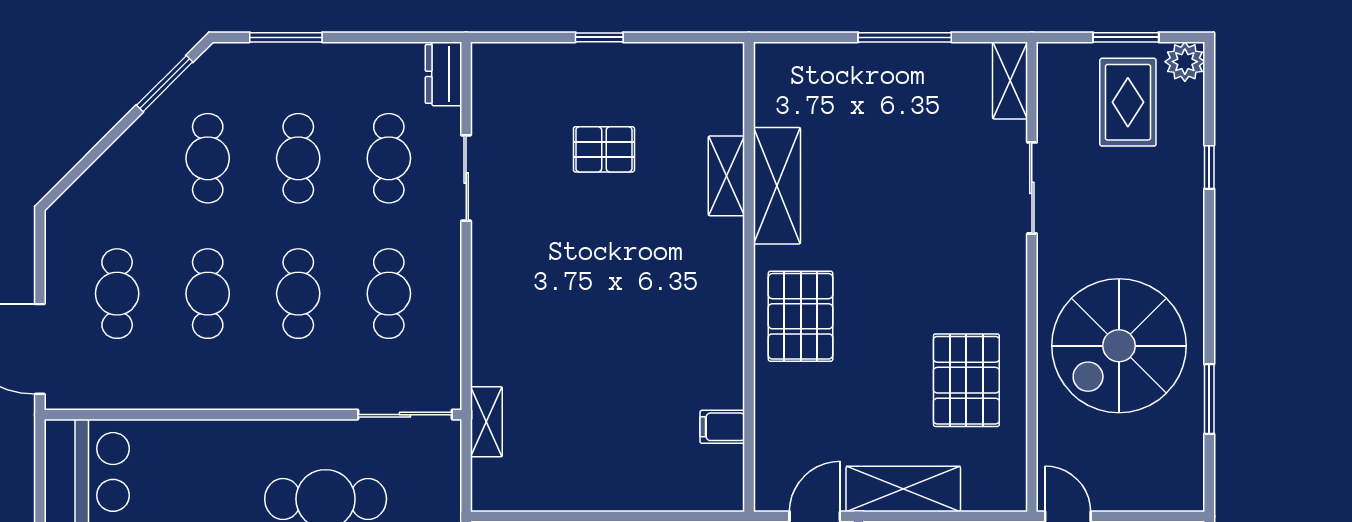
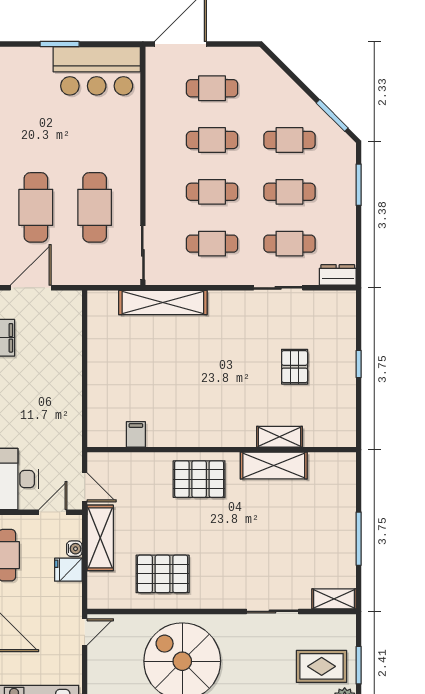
shelving: (486, 422) -> (163, 302), width x2.20, depth x1.33

